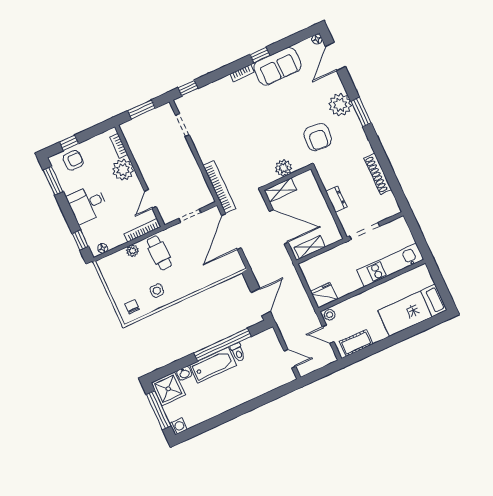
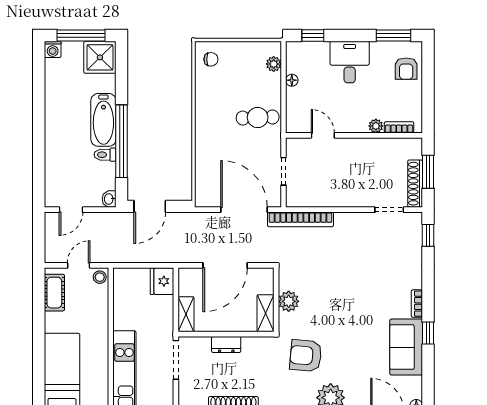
shoe rack: (155, 115) -> (415, 184), added
window: (69, 143) -> (428, 73), removed
plant: (123, 170) -> (376, 126), width x0.53, depth x0.53
shelving: (280, 190) -> (265, 313), moved
bookcase: (143, 230) -> (292, 110), removed
shelving: (310, 247) -> (186, 314), moved
floor lamp: (103, 248) -> (292, 80), moved
plant: (132, 251) -> (274, 64), moved
side table: (157, 291) -> (216, 95), removed
fridge: (324, 295) -> (162, 281), moved, turned 180
door: (261, 302) -> (150, 206), hinge flipped
washbasin: (184, 373) -> (109, 199), moved

